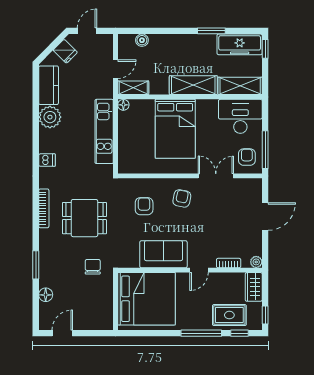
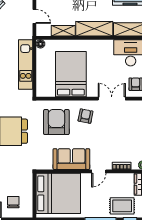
door: (116, 69) -> (34, 16), hinge flipped
shelving: (133, 88) -> (63, 31), moved
bed: (175, 129) -> (71, 74), moved, turned 180
armchair: (144, 206) -> (56, 122), width x1.88, depth x1.88
chair: (93, 267) -> (13, 202), moved

